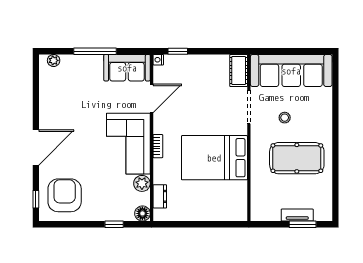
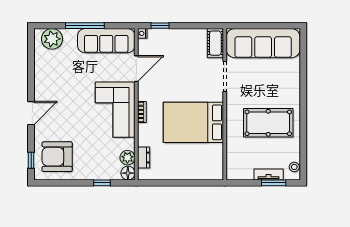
plant: (54, 60) -> (52, 39), width x1.87, depth x1.87
sofa: (127, 68) -> (106, 41), width x1.36
stool: (285, 118) -> (294, 167), moved
door: (36, 148) -> (31, 113), width x0.73
plant: (142, 183) -> (127, 158), moved
armchair: (65, 195) -> (57, 157), turned -90

